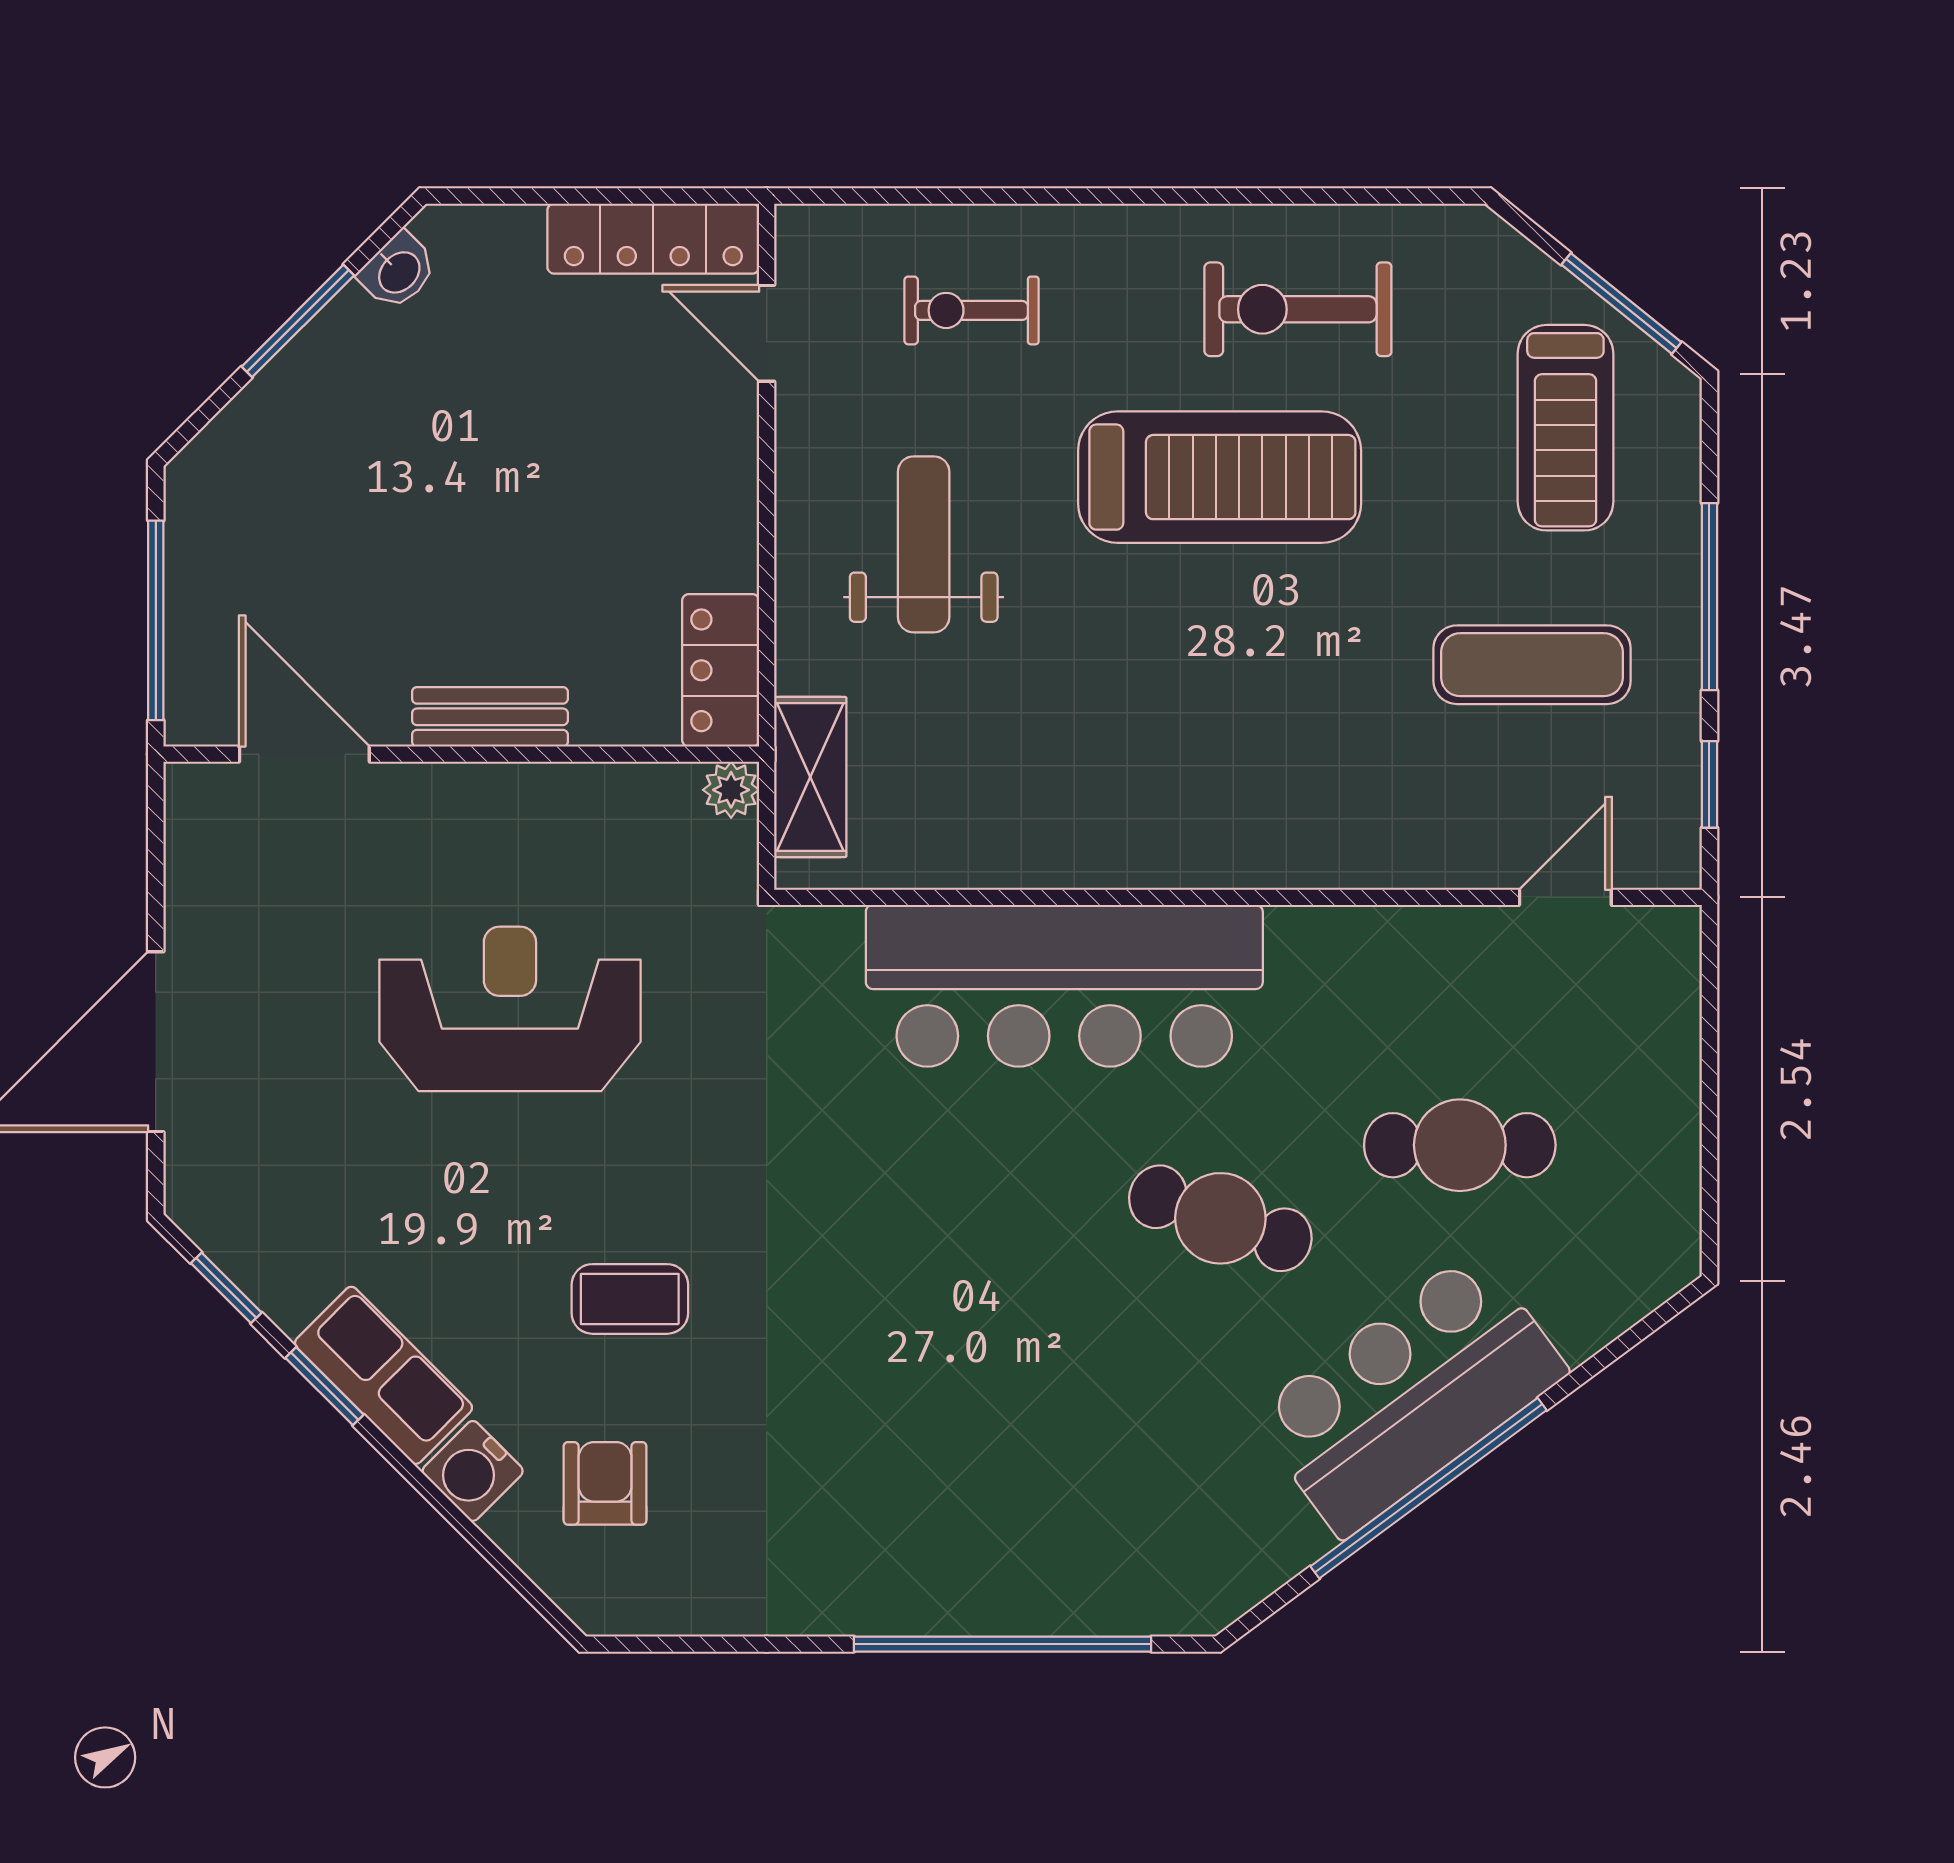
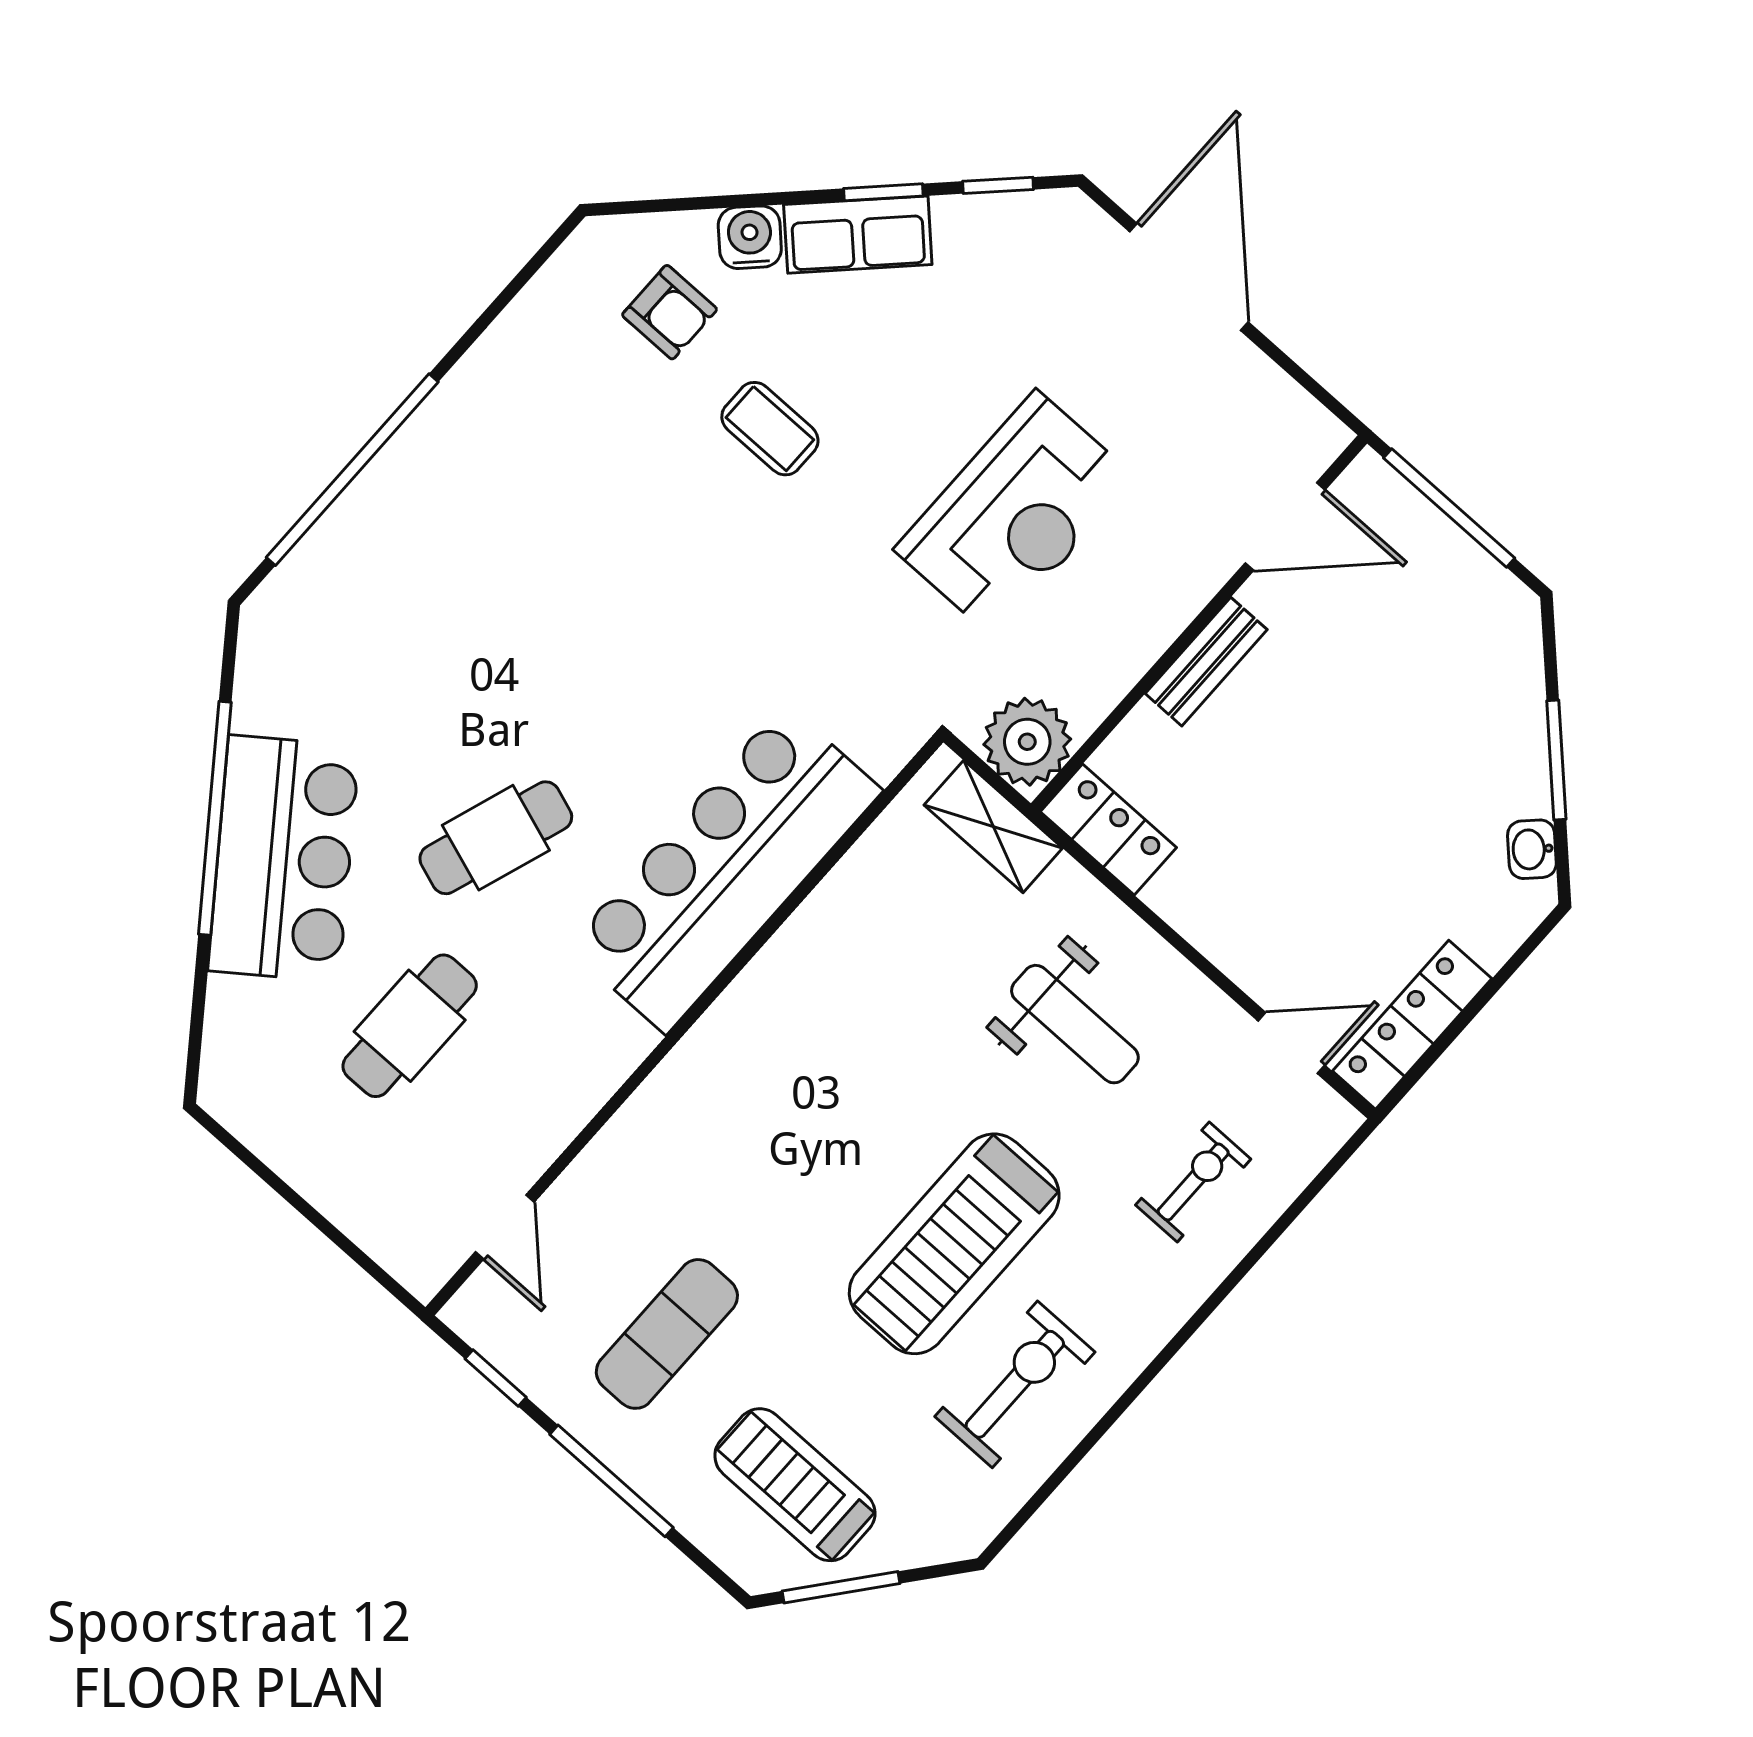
plant: (731, 790) -> (1027, 742), width x1.87, depth x1.87
coffee table: (630, 1299) -> (770, 429), turned 90

